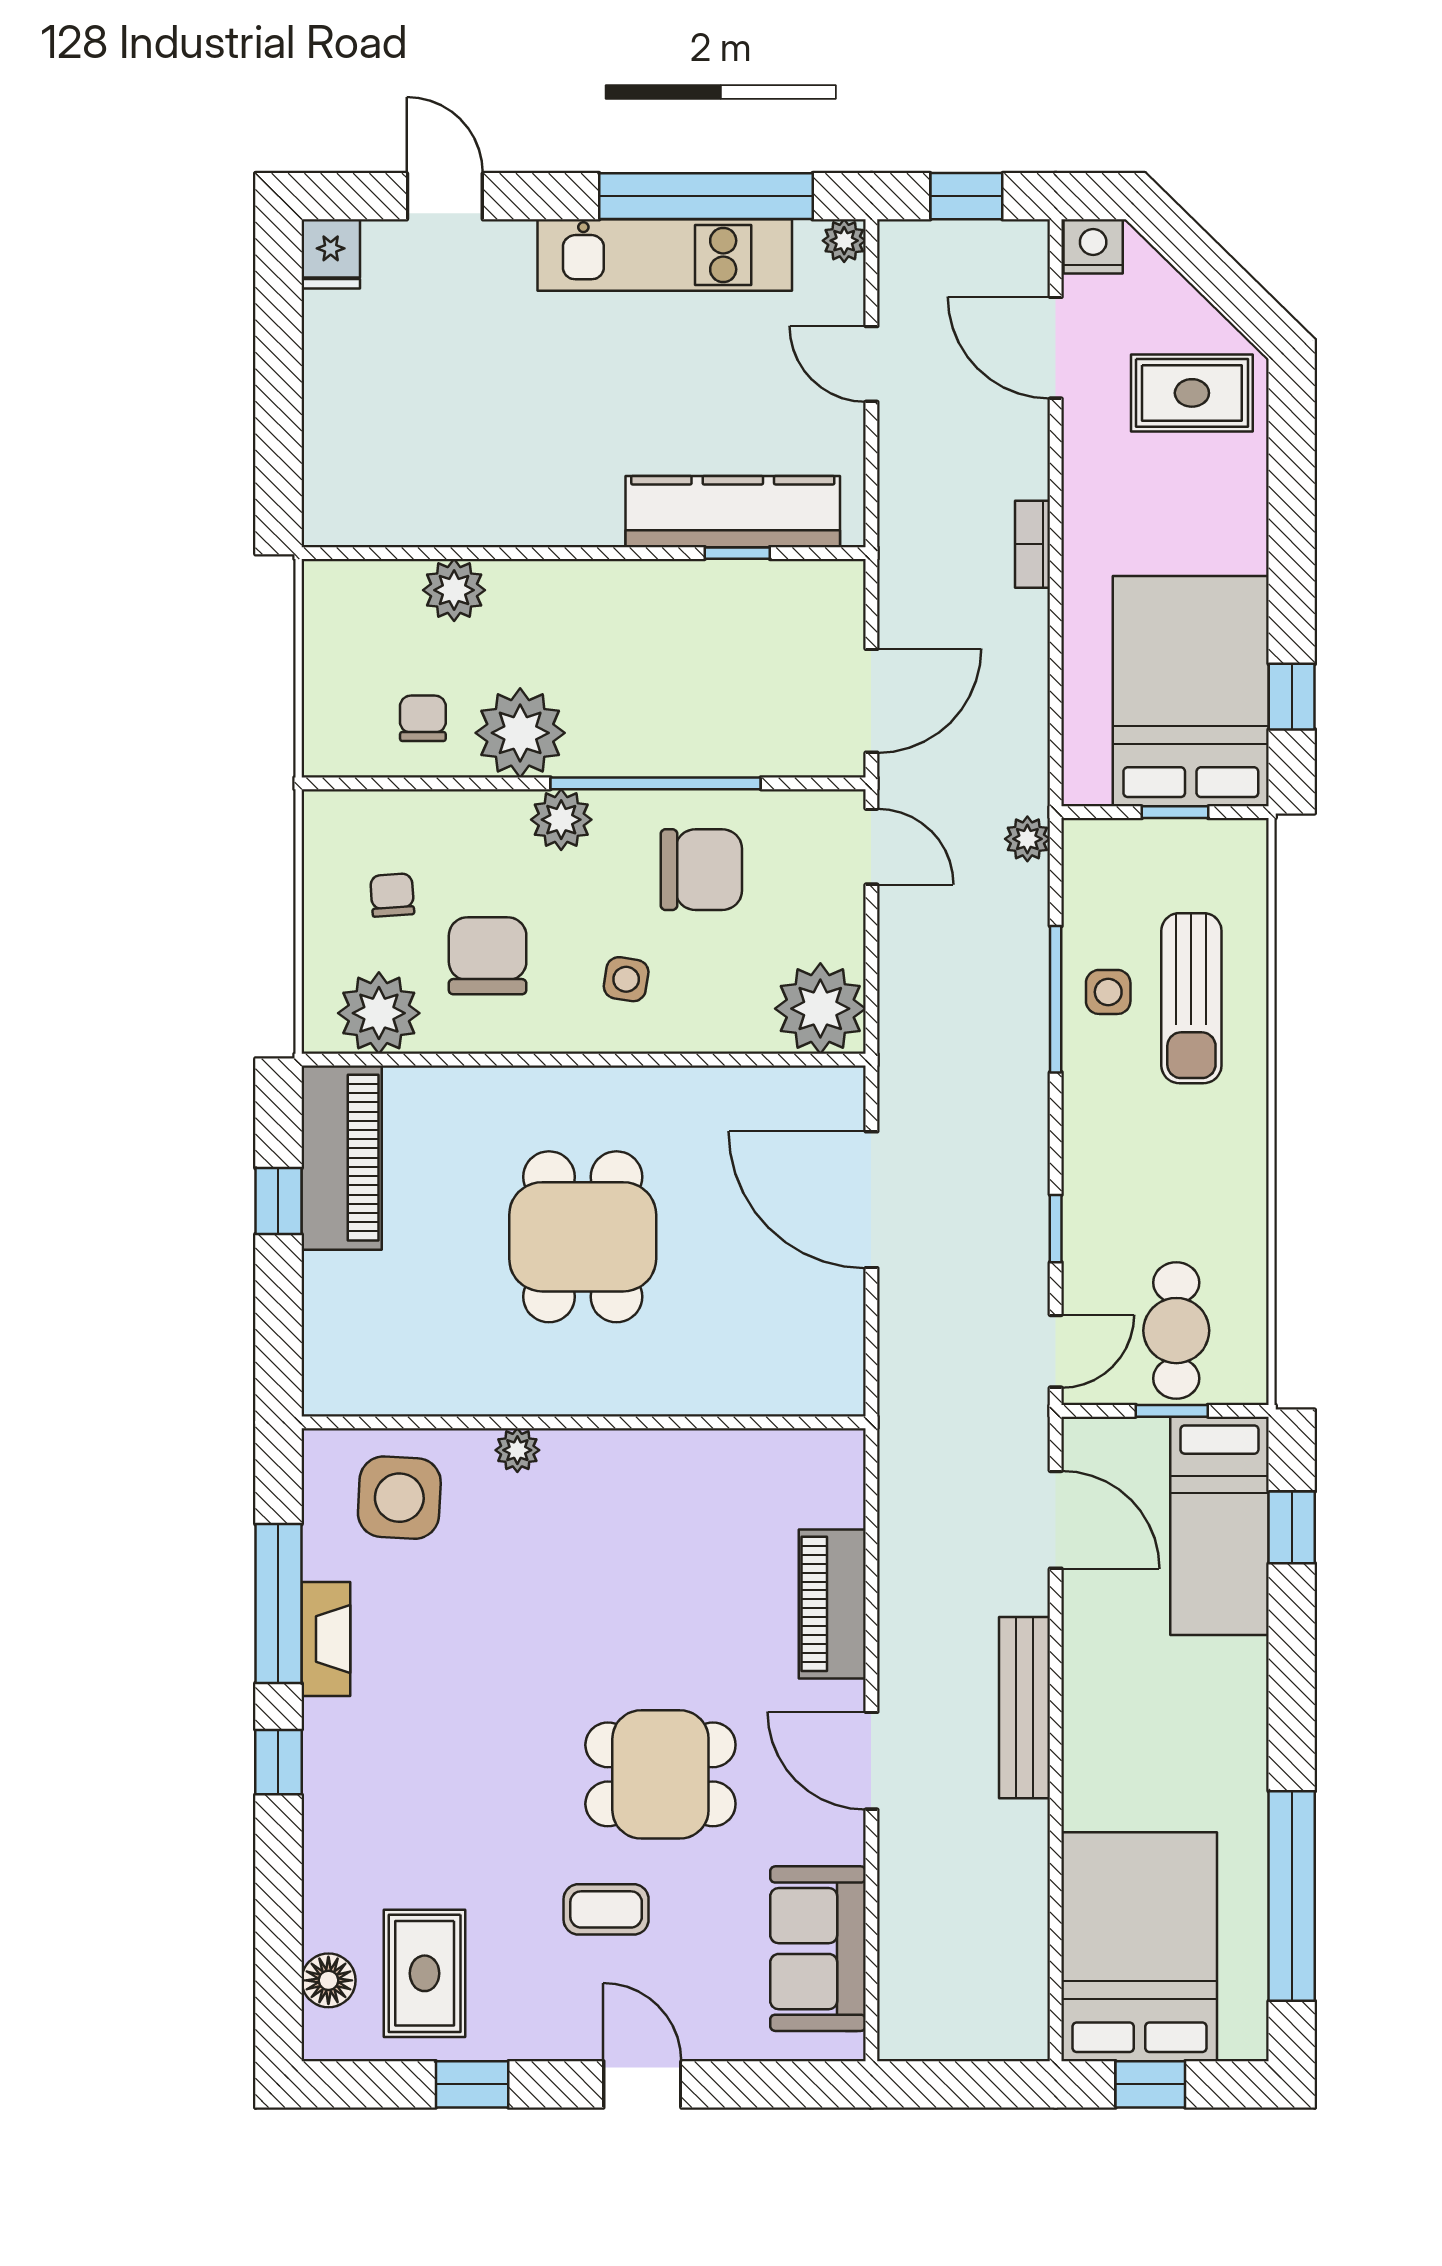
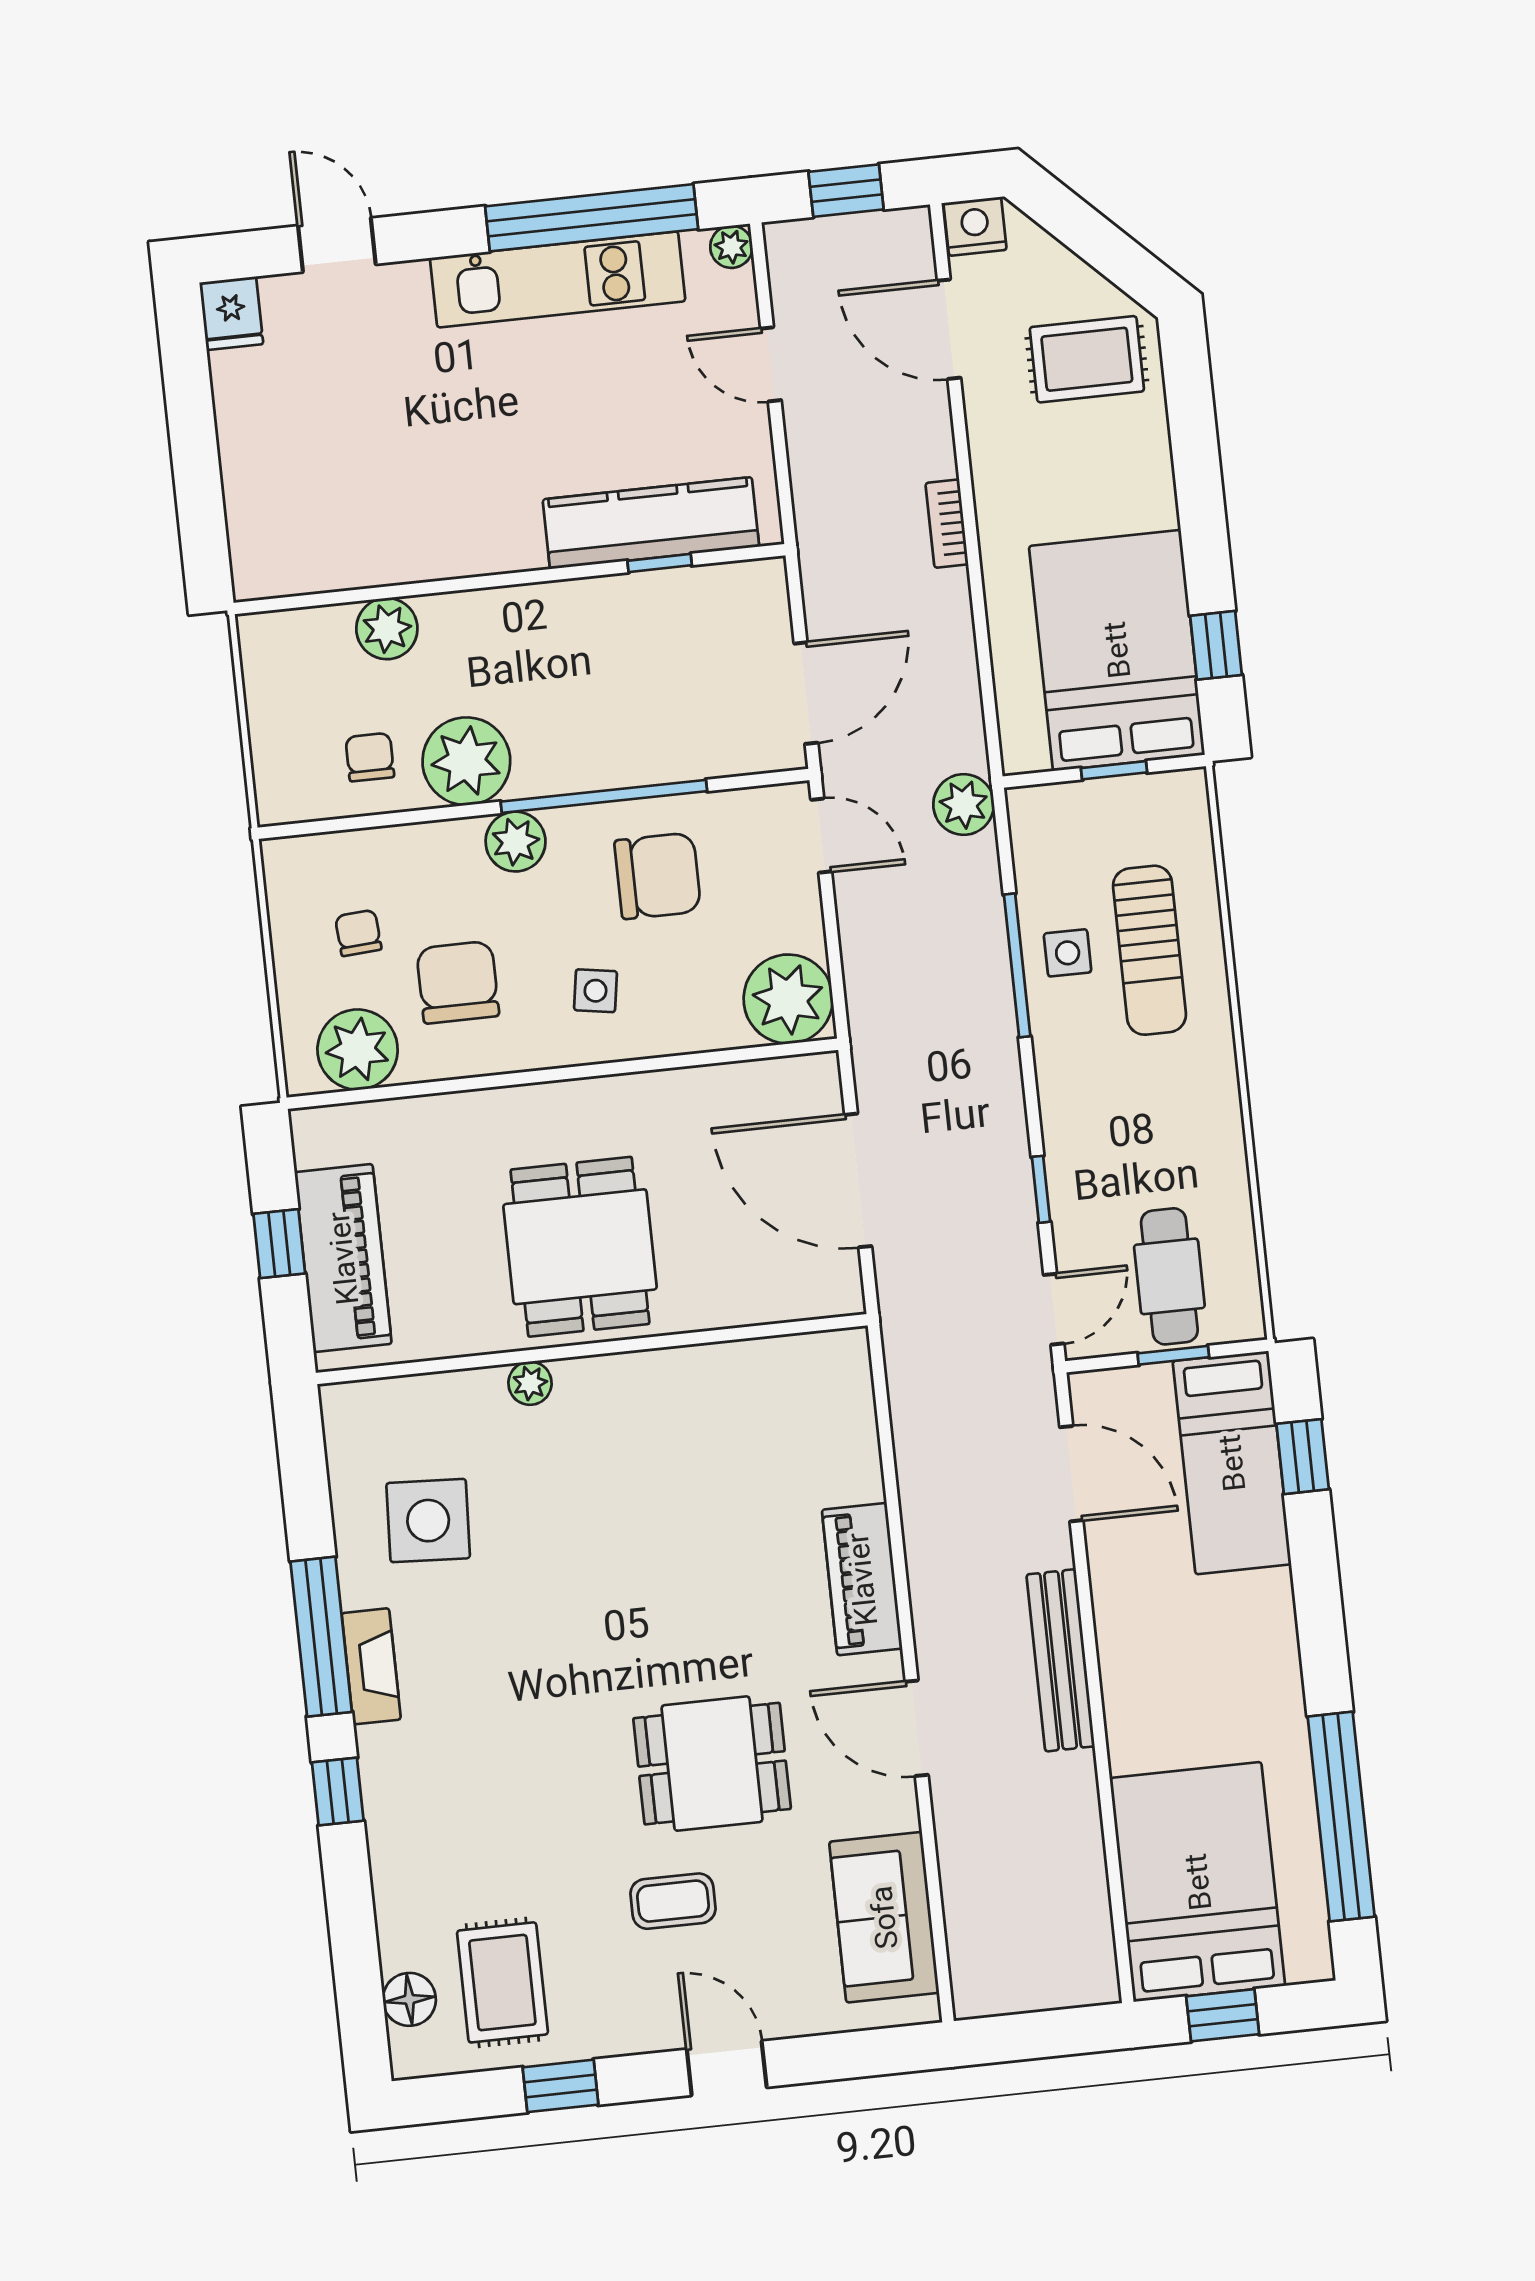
plant: (1027, 839) -> (964, 804), width x1.38, depth x1.38
piano: (342, 1158) -> (343, 1258), moved
wall: (584, 1422) -> (592, 1349), moved
plant: (517, 1450) -> (530, 1383), moved

